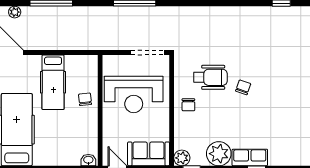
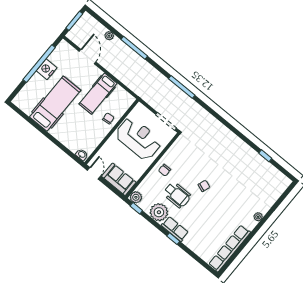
wheelchair: (210, 77) -> (177, 195), moved
reception desk: (134, 94) -> (138, 139), turned 180

